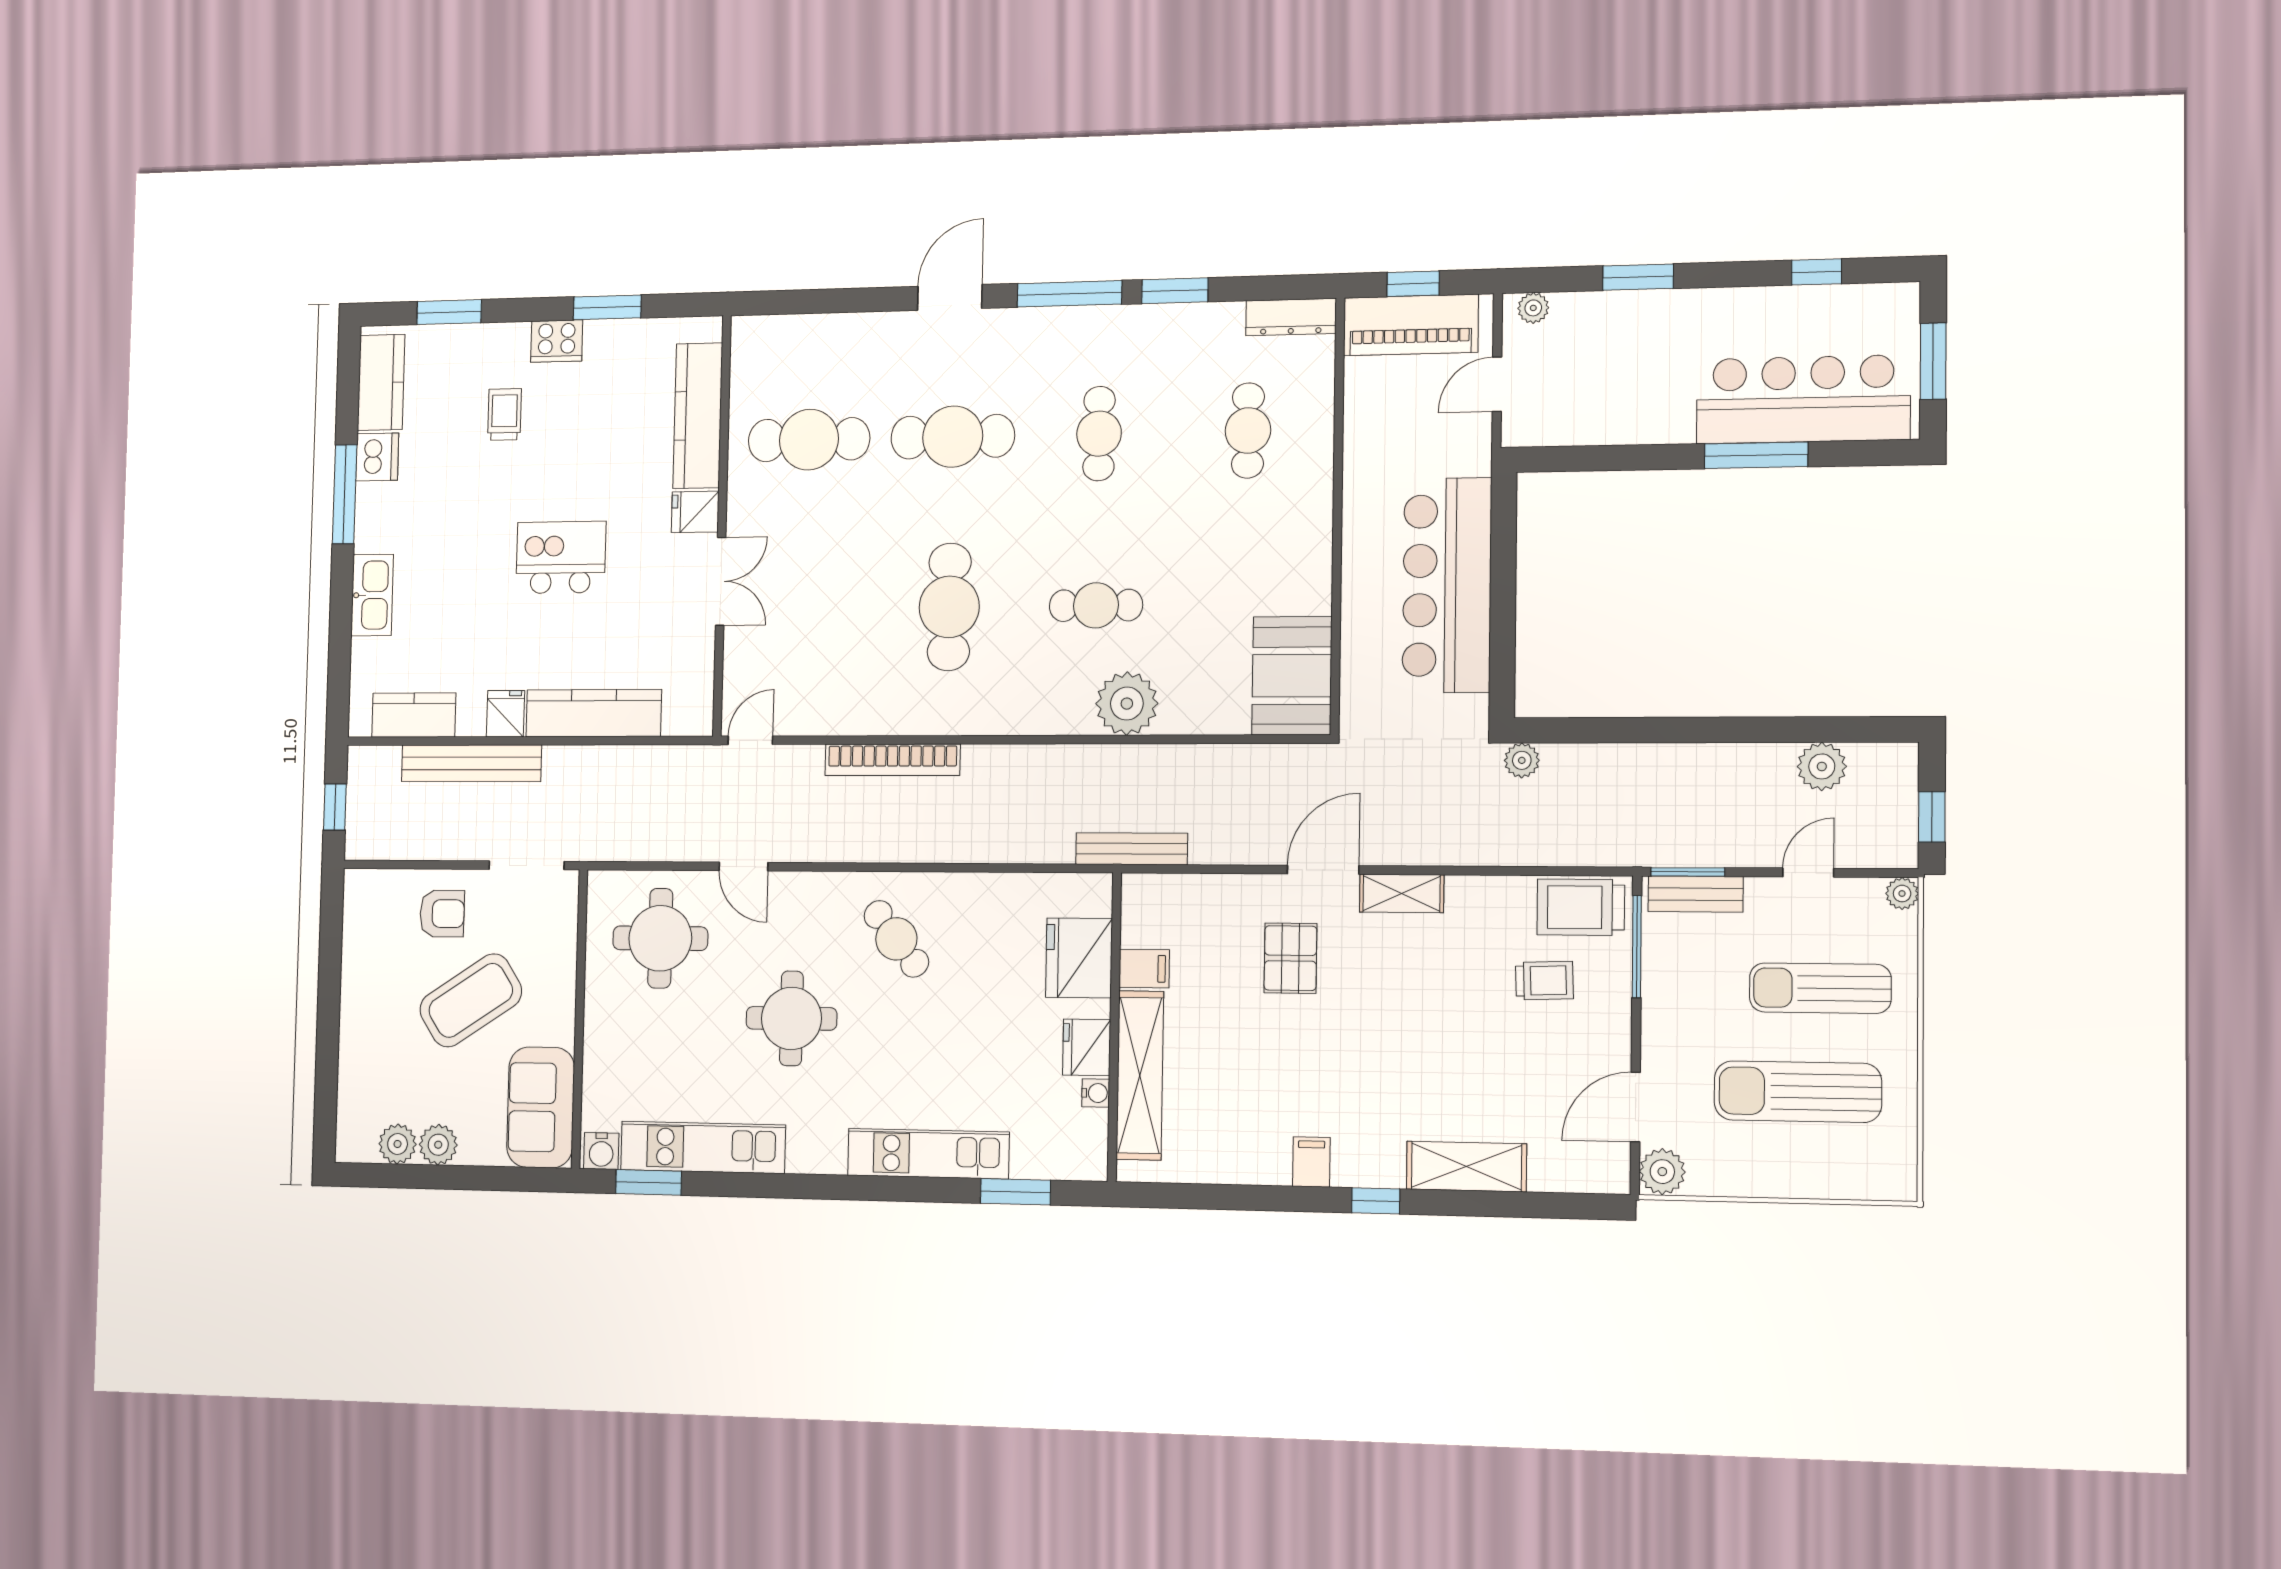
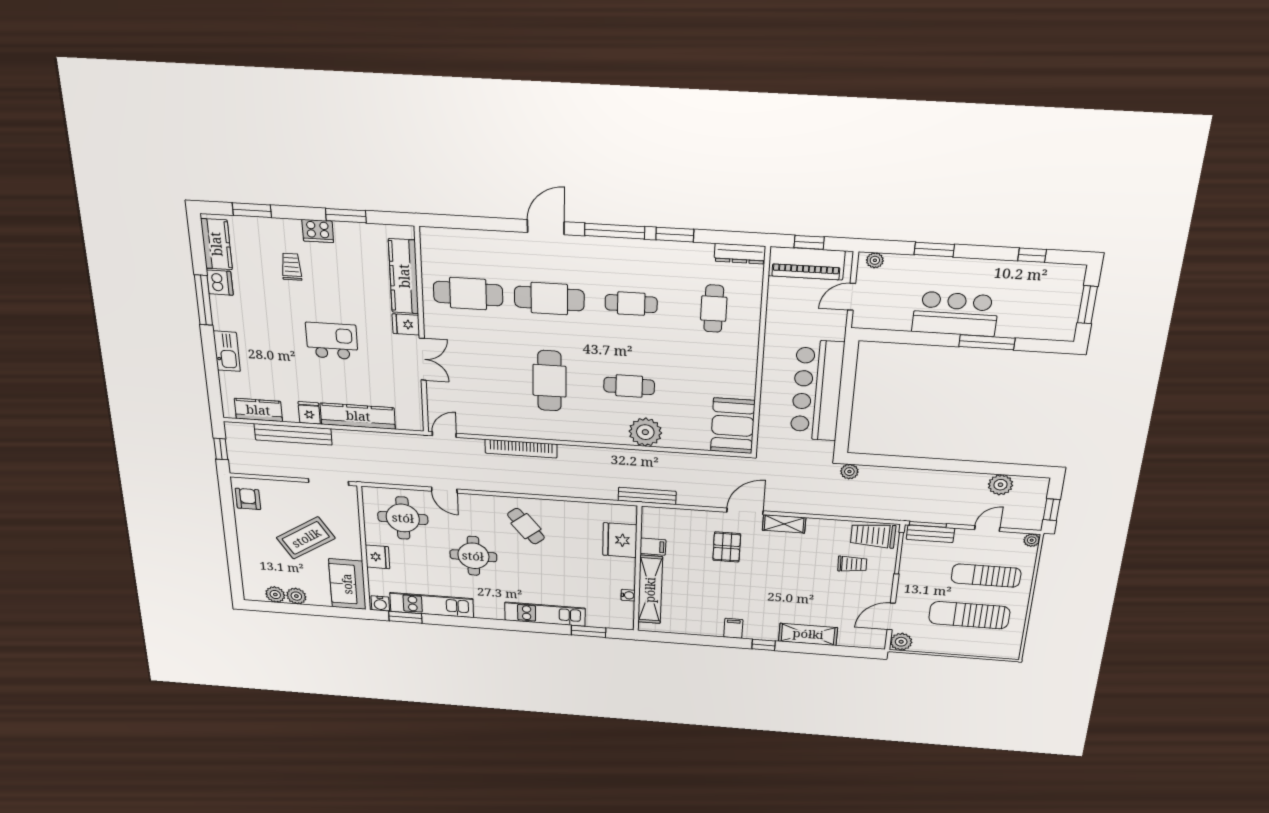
bar counter: (1803, 399) -> (955, 314), moved, width x0.73
cafe table: (1099, 434) -> (631, 304), turned 90
armchair: (442, 914) -> (248, 499), moved, turned -90
fridge: (1087, 1047) -> (377, 557), moved, turned 180

